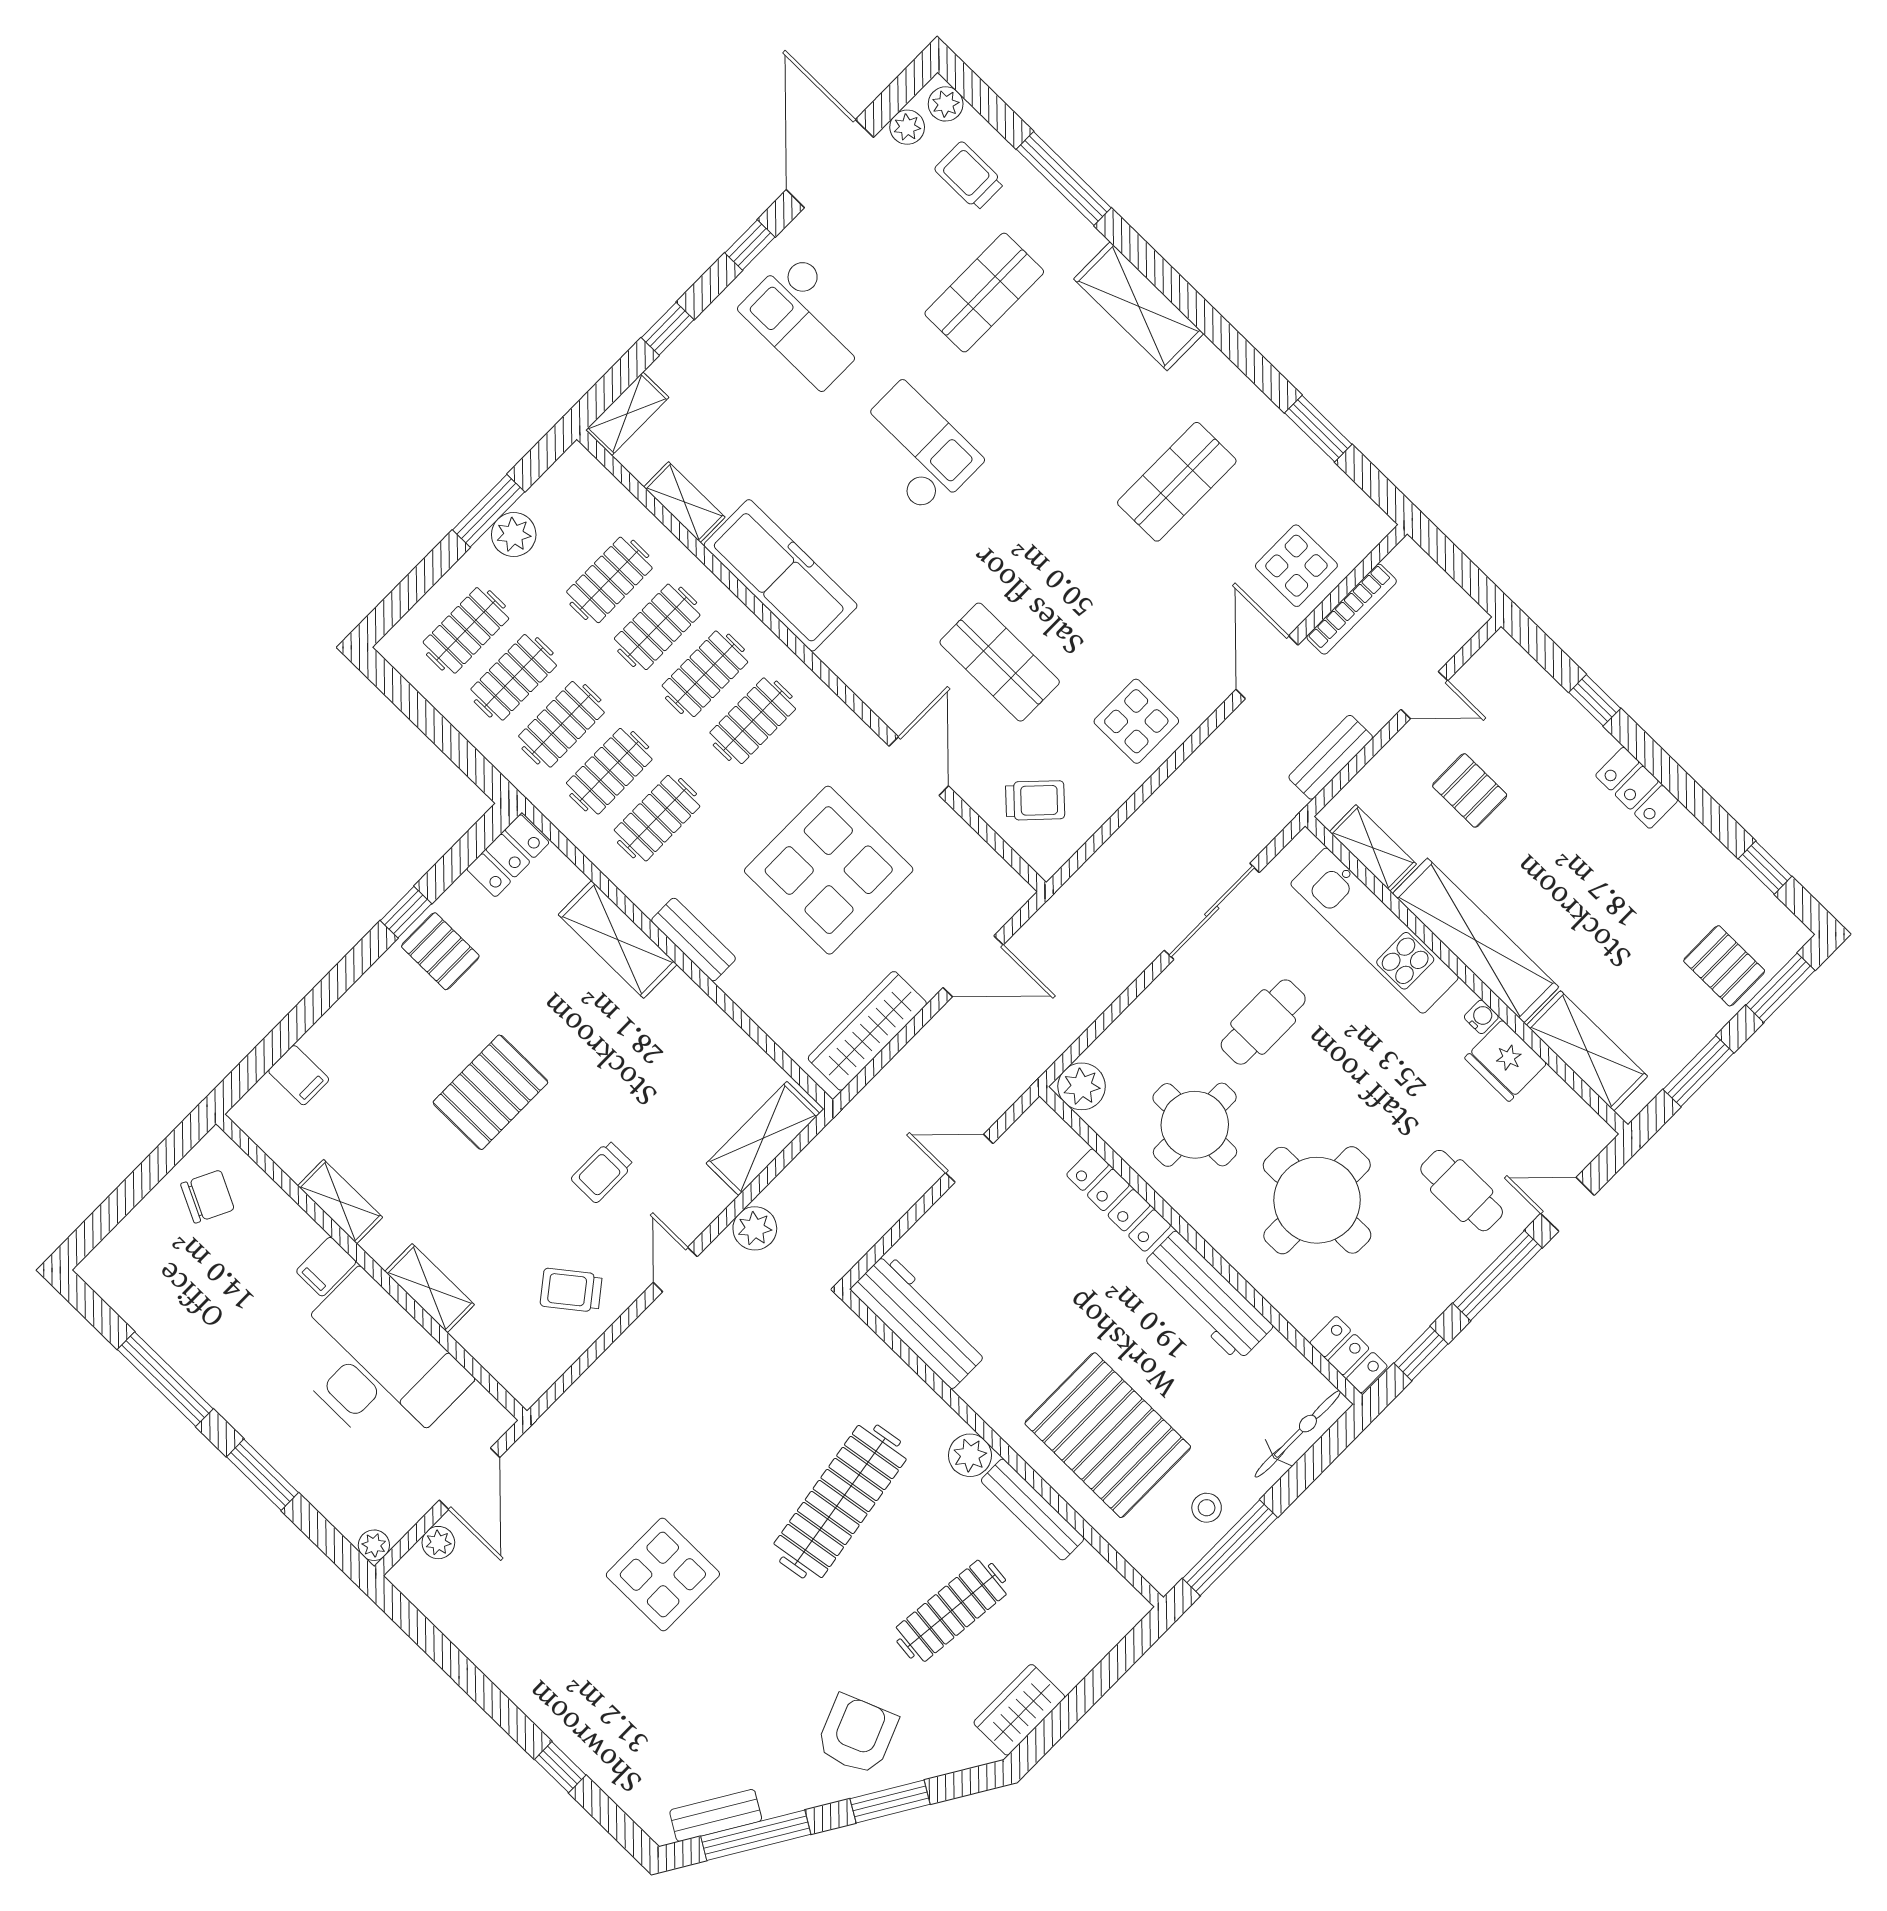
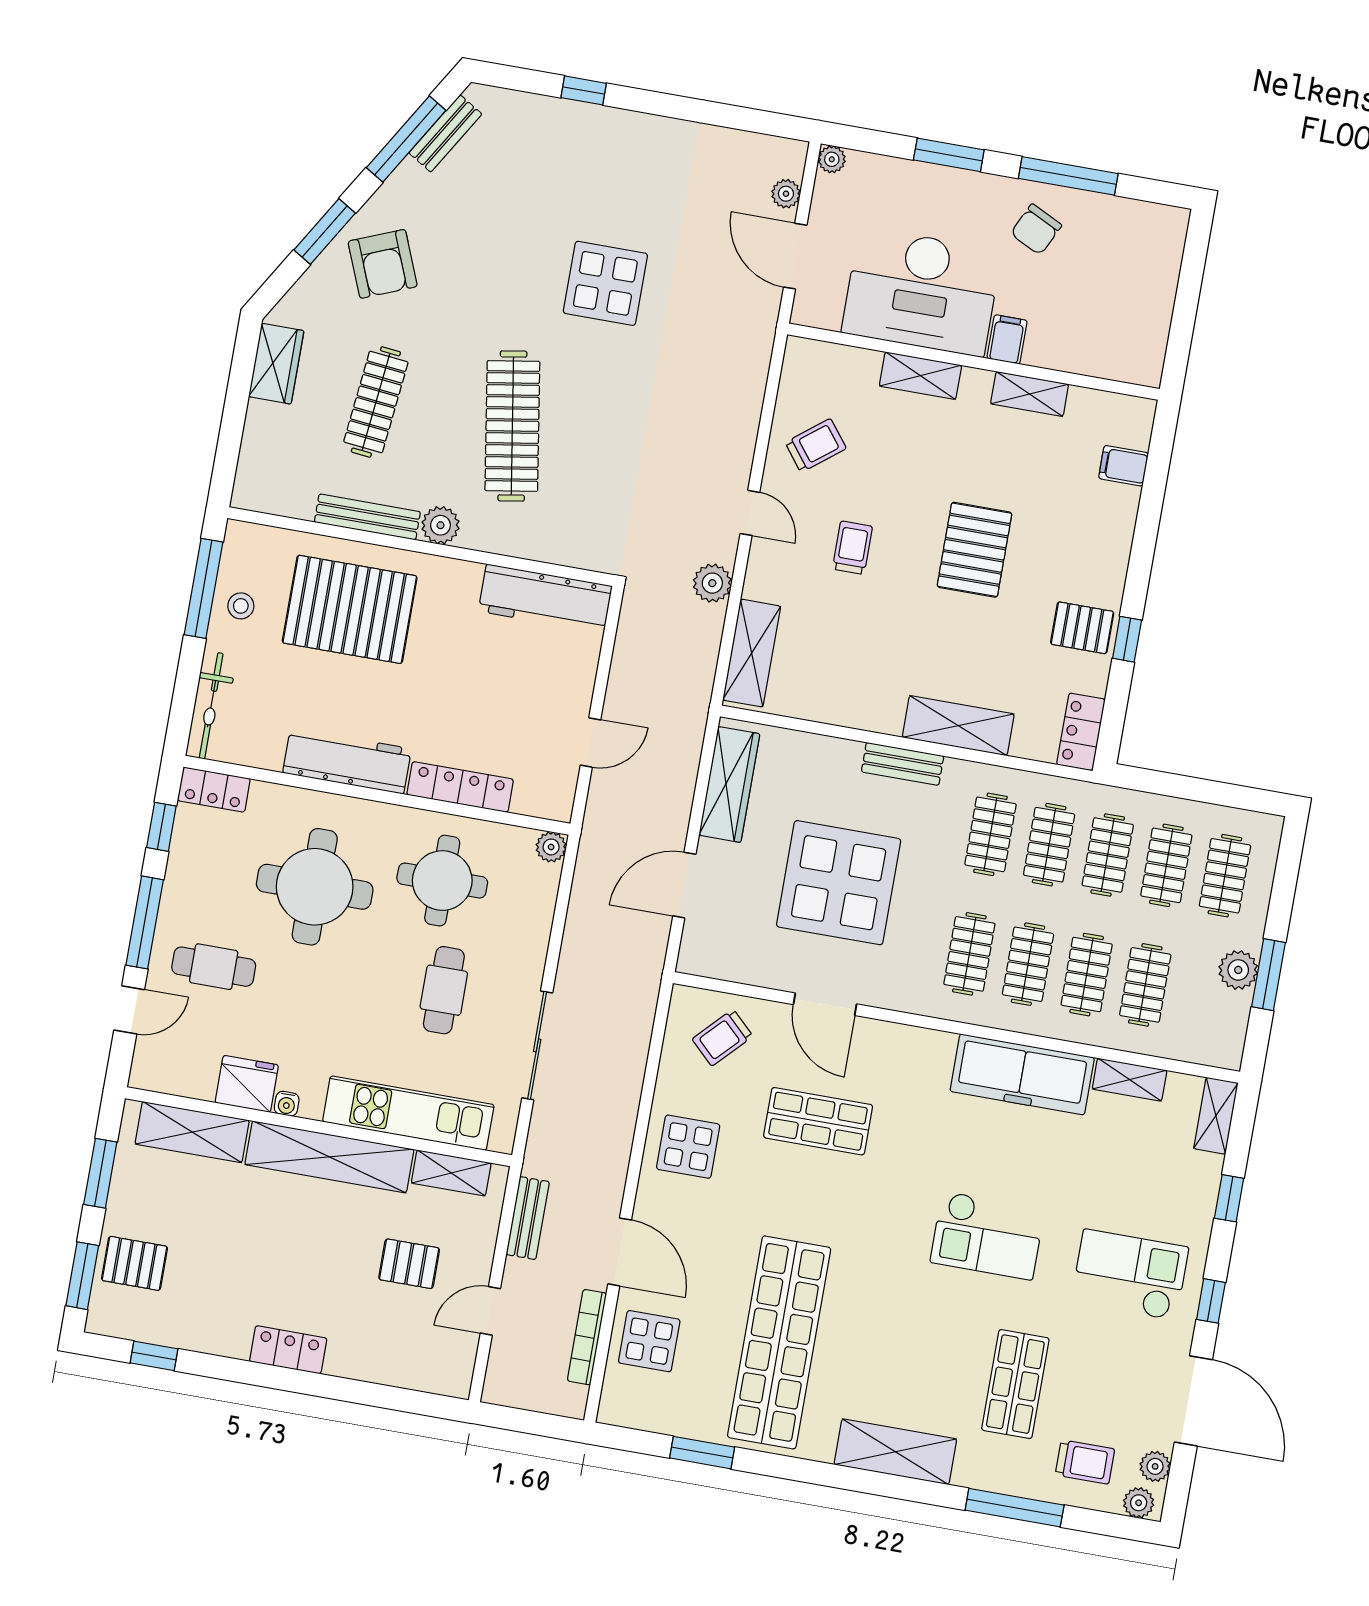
shop shelf: (1177, 482) -> (779, 1342), width x2.00, depth x1.36
window: (1595, 700) -> (363, 1393), removed
plant: (1082, 1086) -> (551, 847), width x0.73, depth x0.73
chair: (208, 1197) -> (1036, 229), moved

